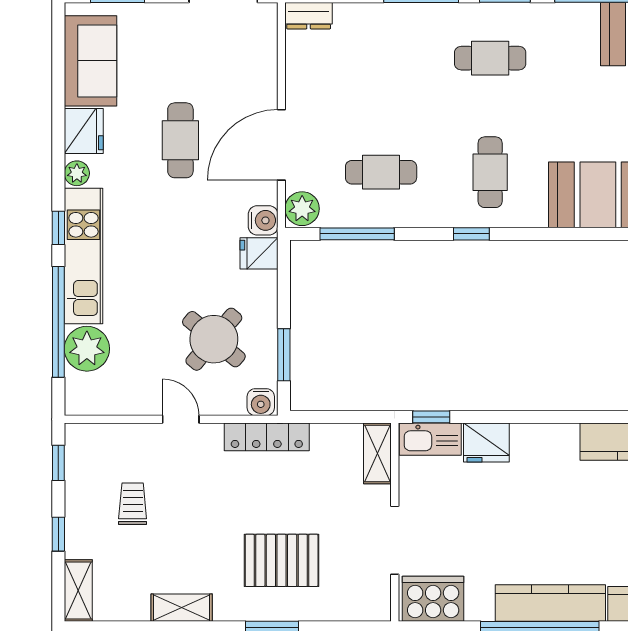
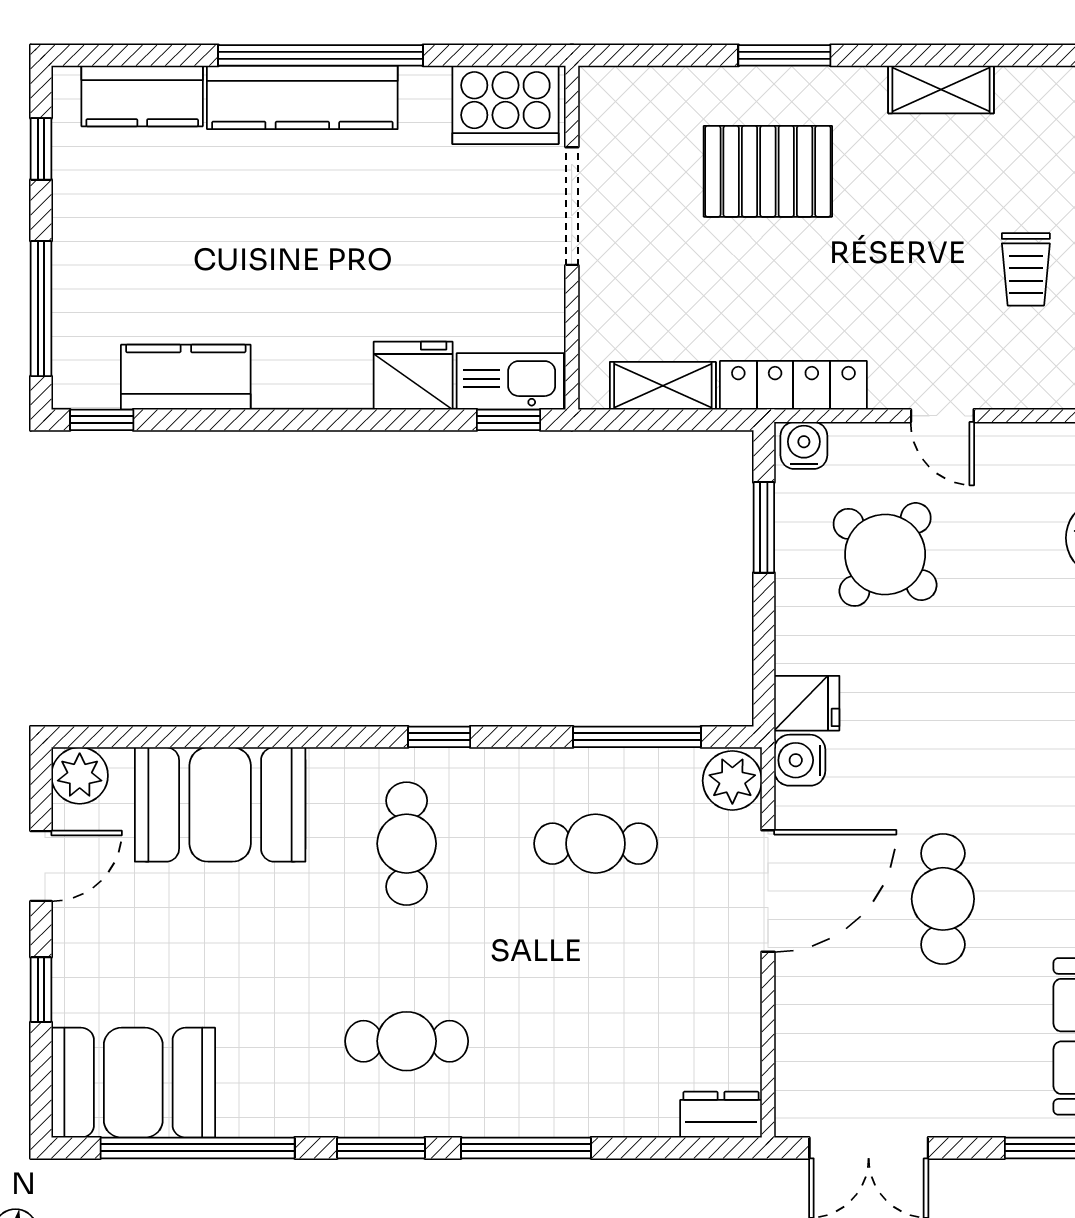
shelving: (377, 453) -> (663, 386), moved, turned 90

